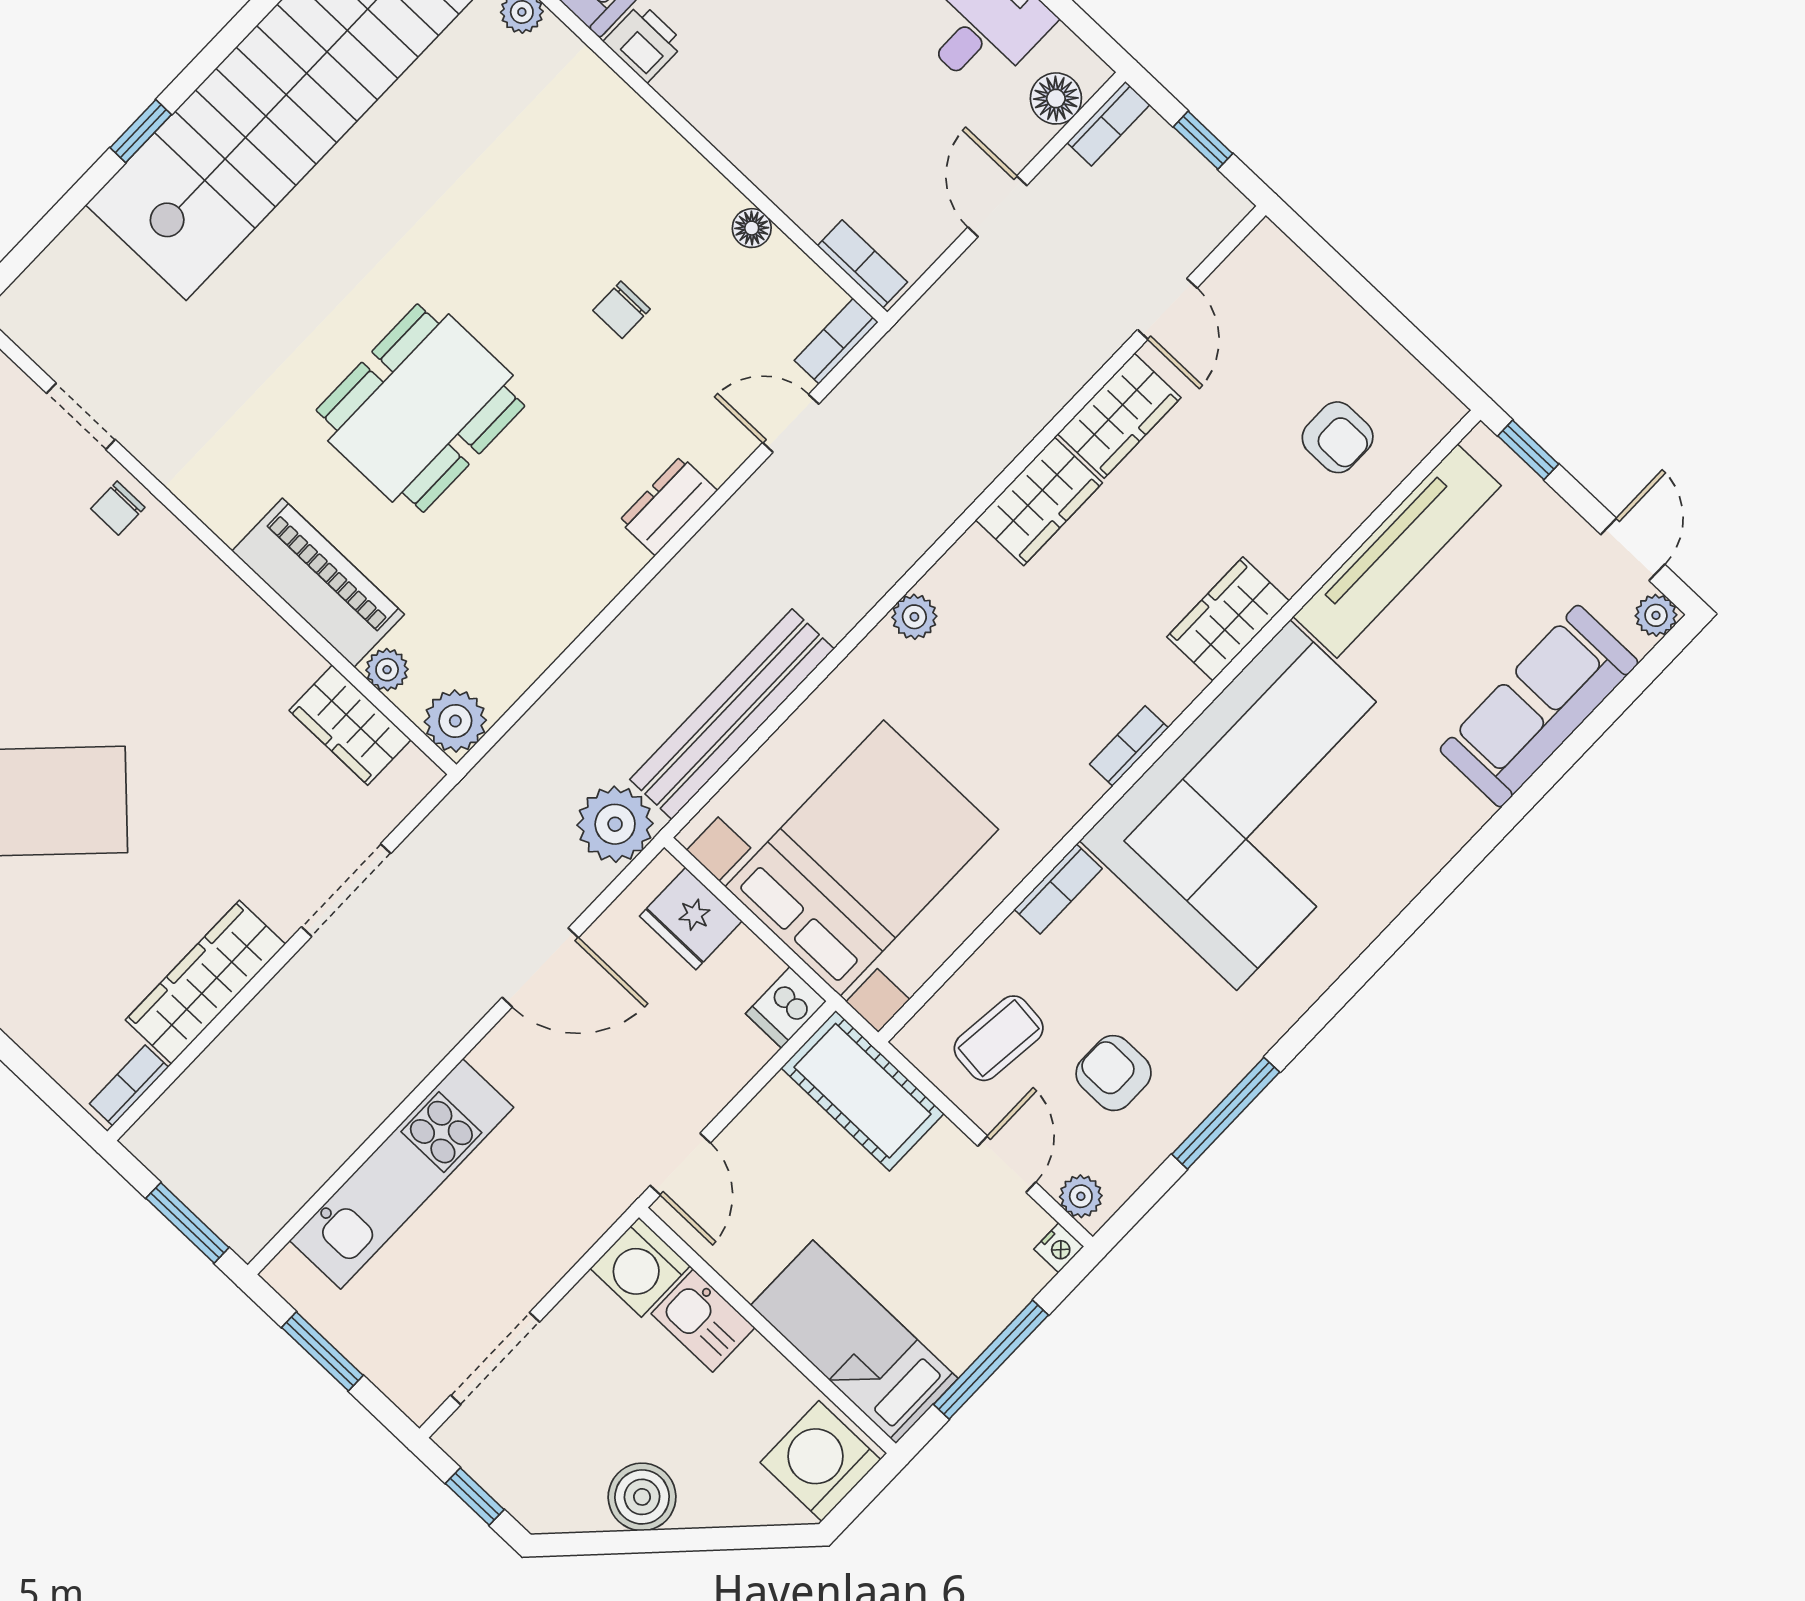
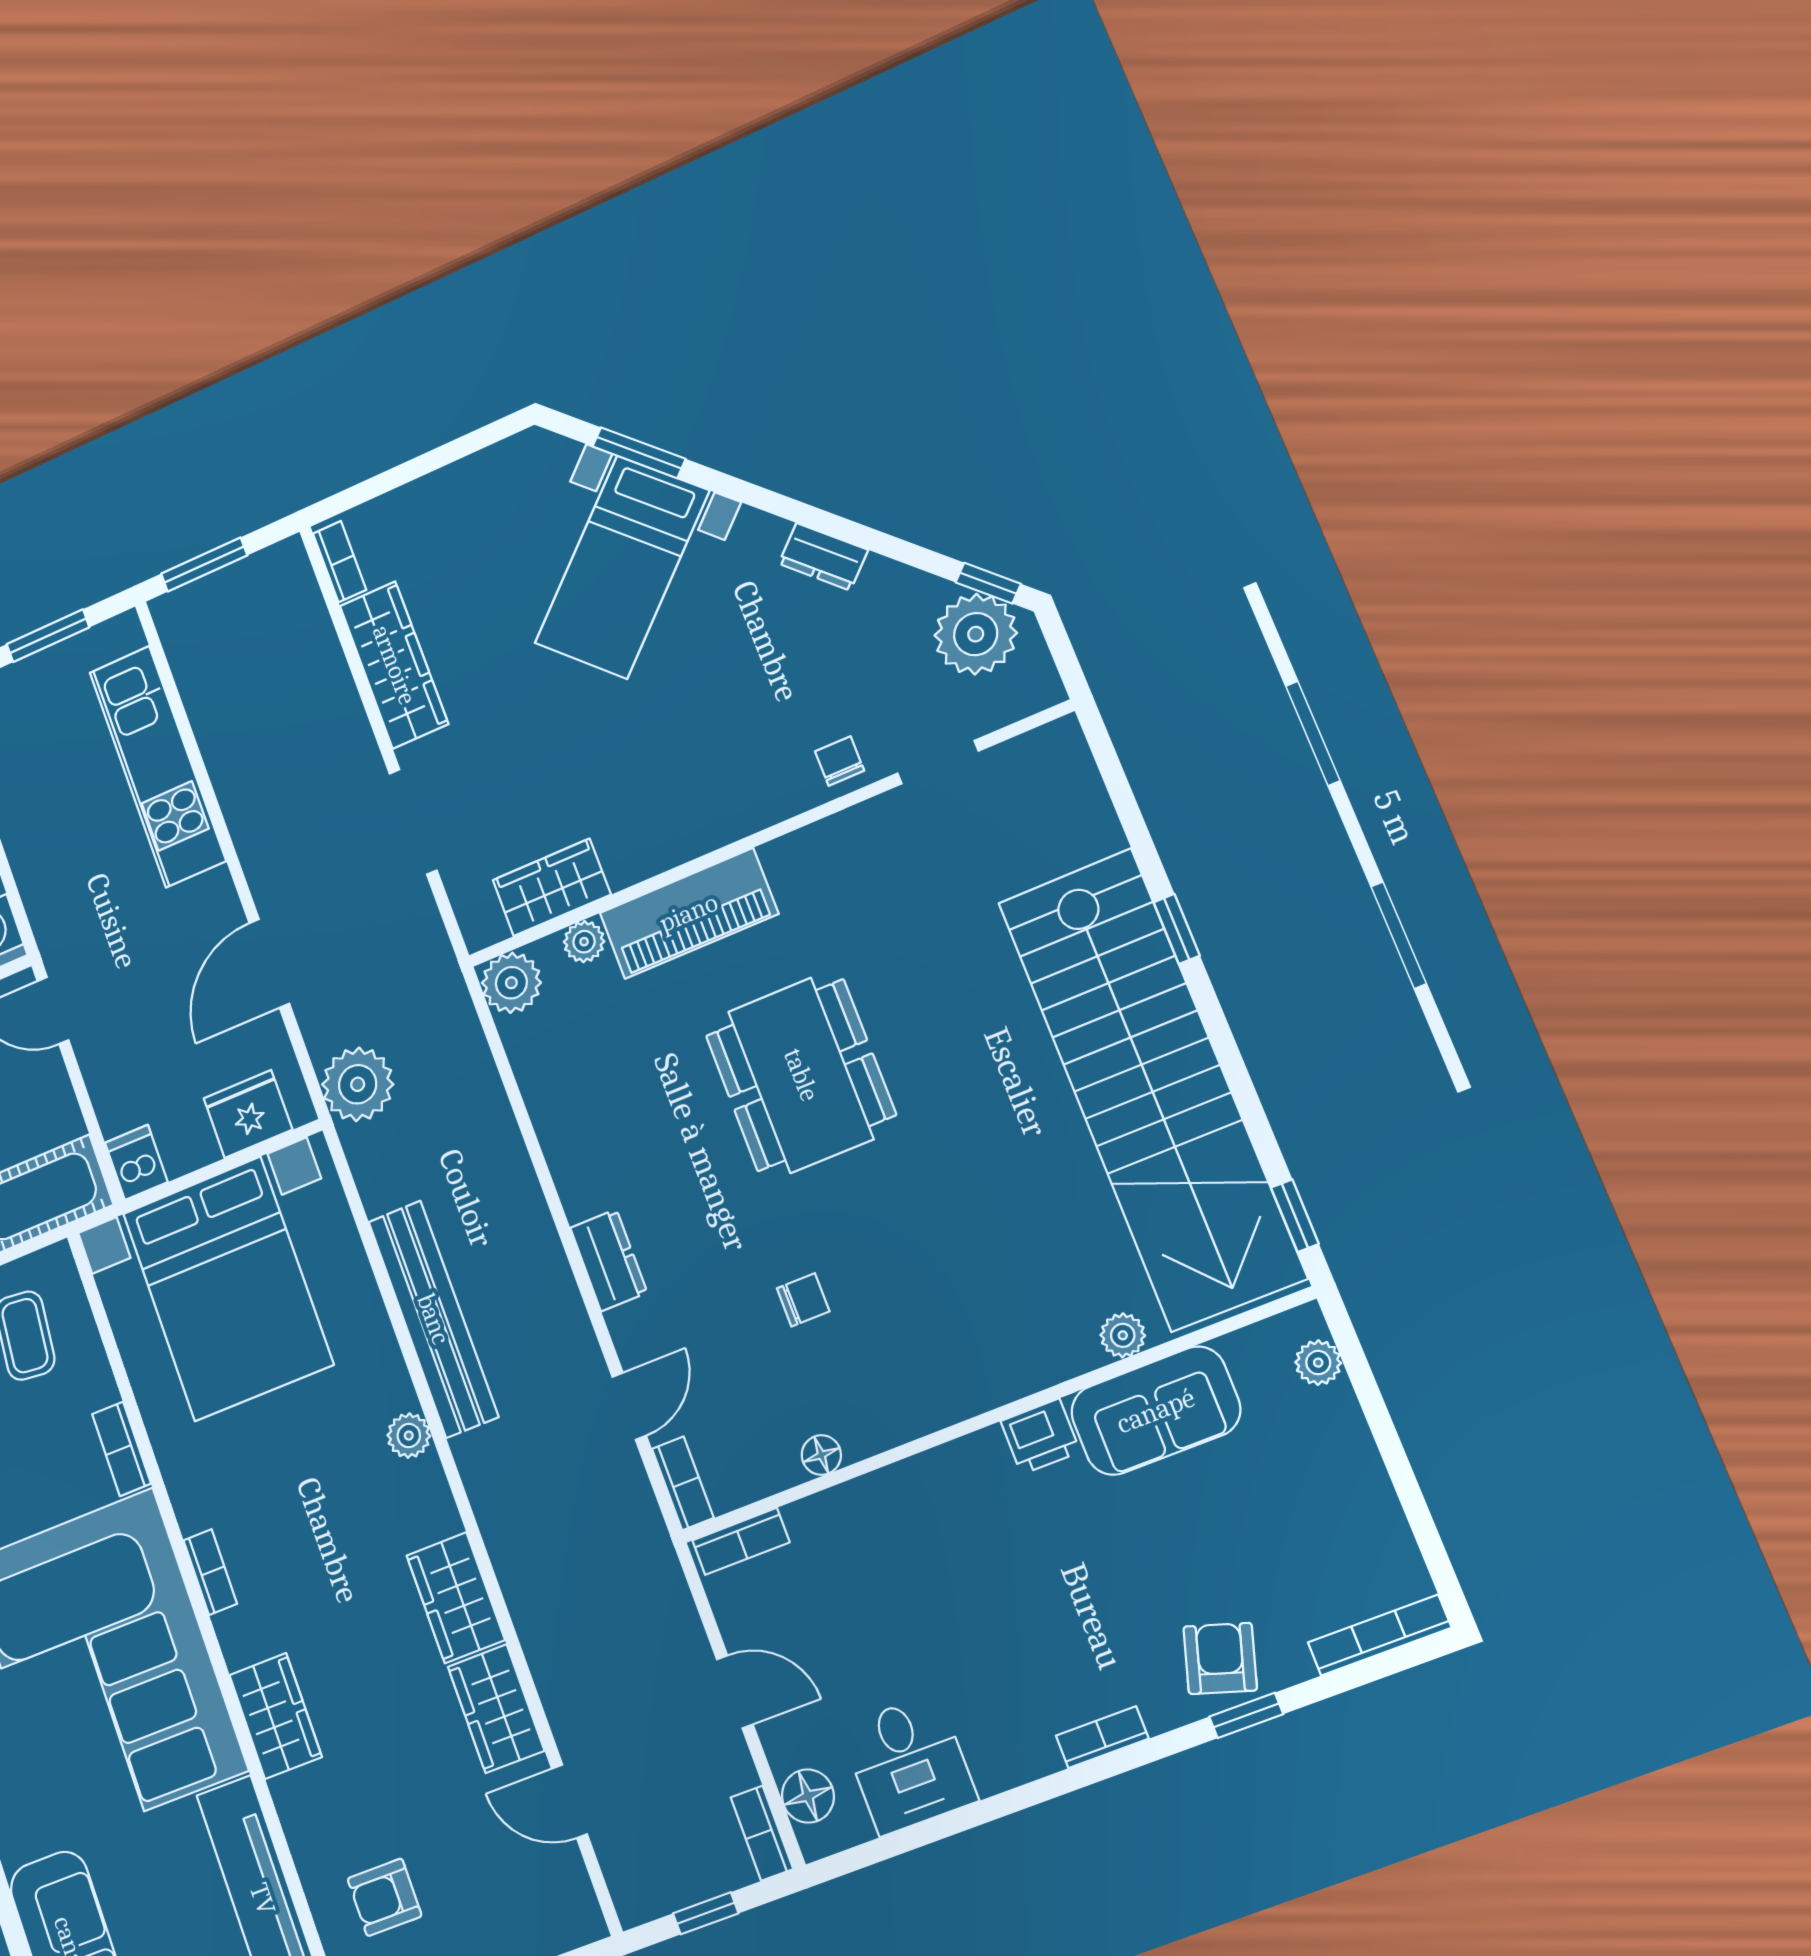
chair: (621, 310) -> (803, 1300), turned 90
bench: (732, 714) -> (433, 1319), moved

